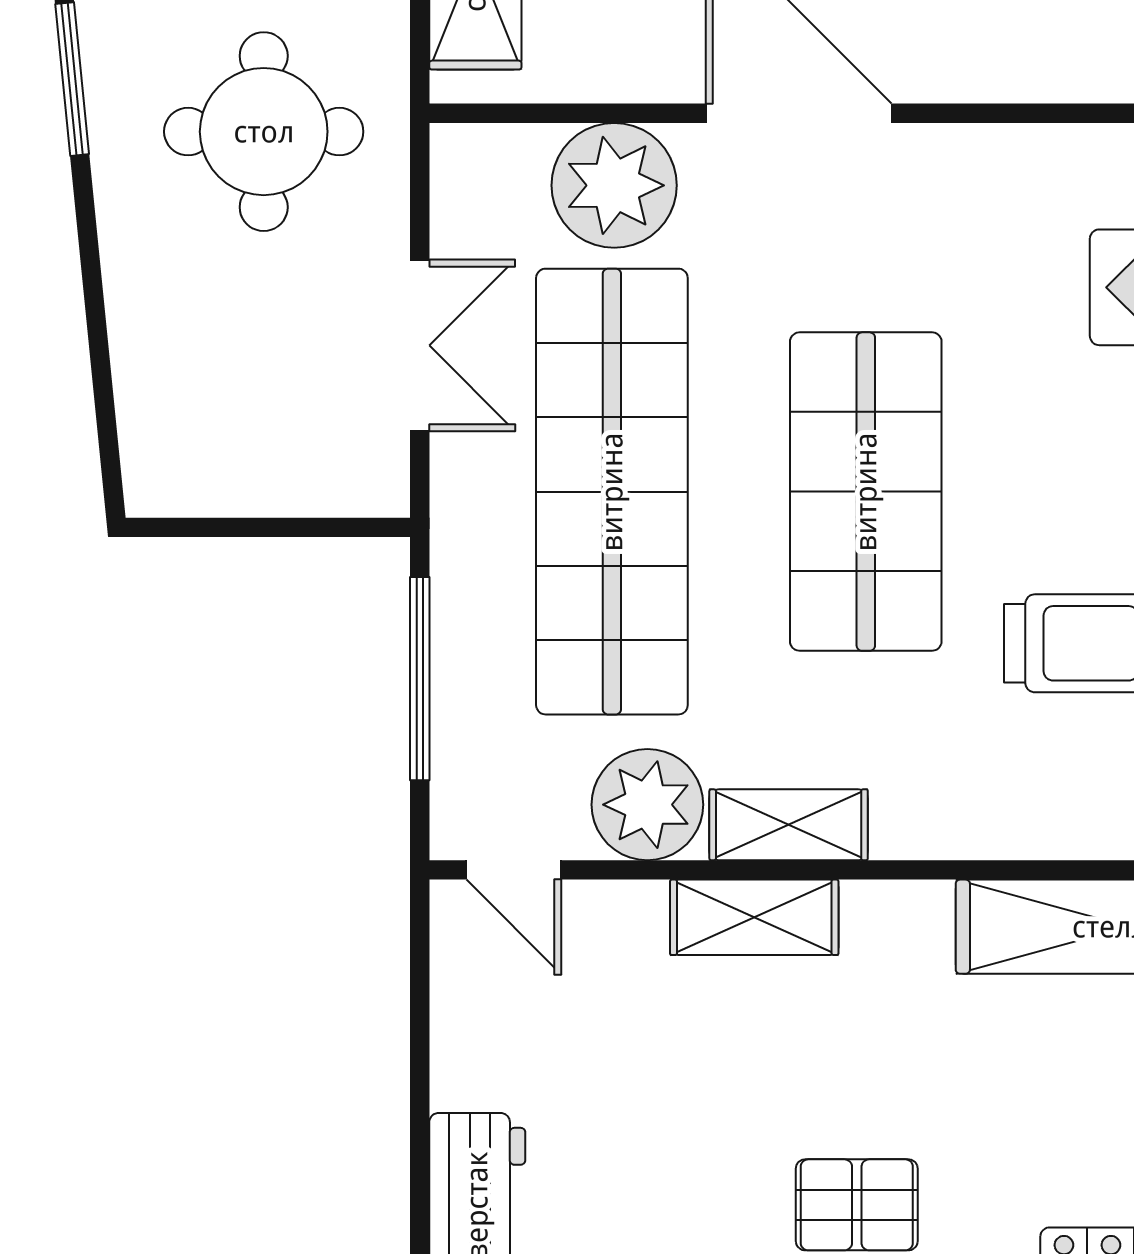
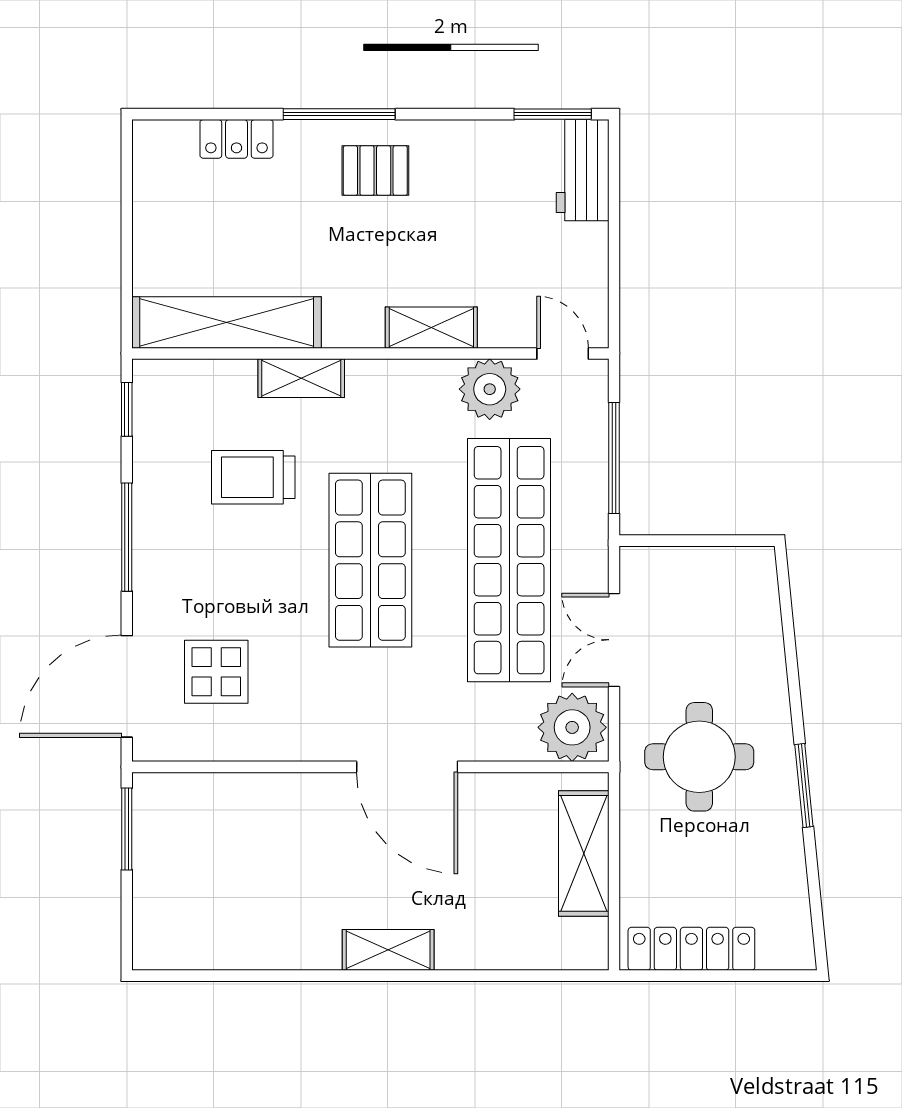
plant: (614, 185) -> (572, 727), moved
shelving: (789, 825) -> (301, 378), moved

